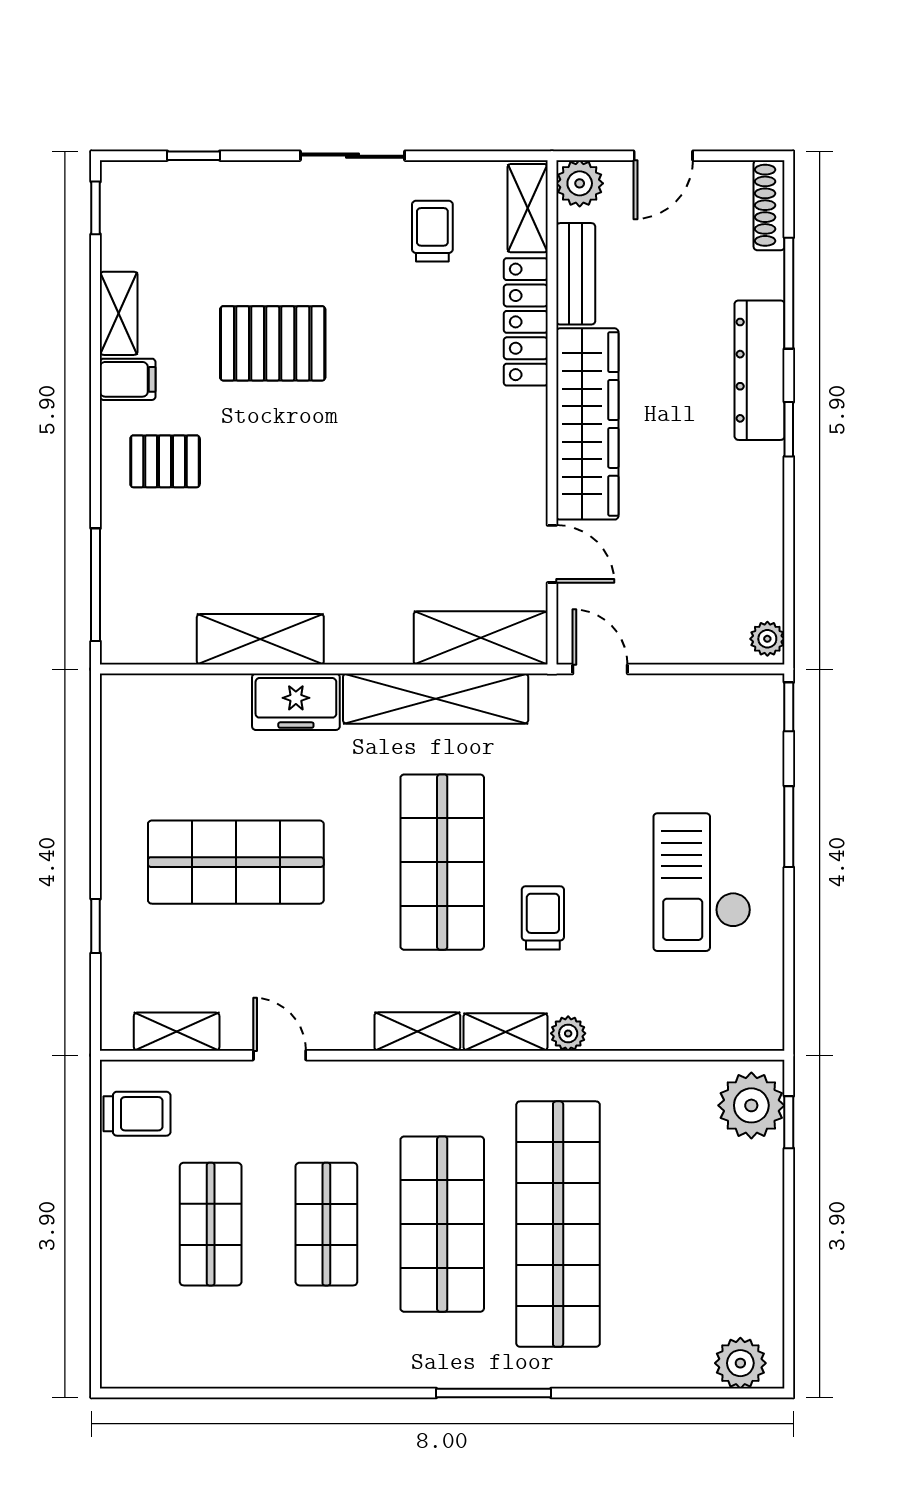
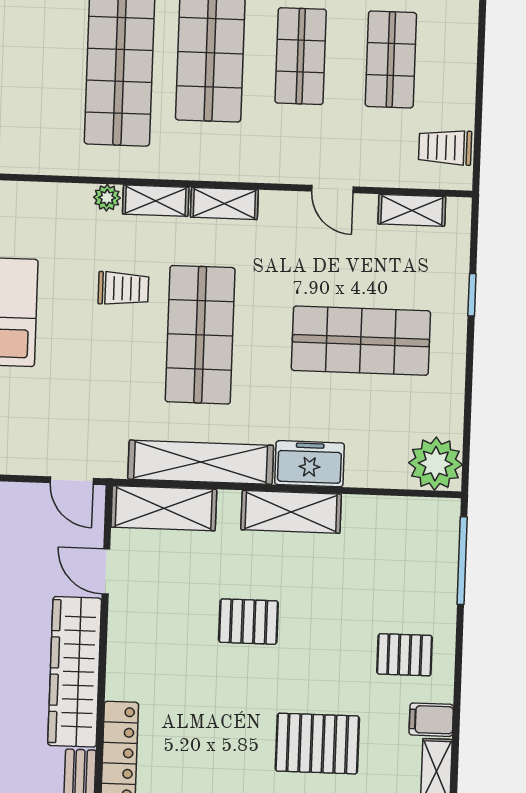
pallet: (367, 497) -> (248, 622), added
shelving: (260, 639) -> (291, 512), moved
plant: (134, 708) -> (435, 464), added
trolley: (543, 918) -> (123, 288), turned -90

